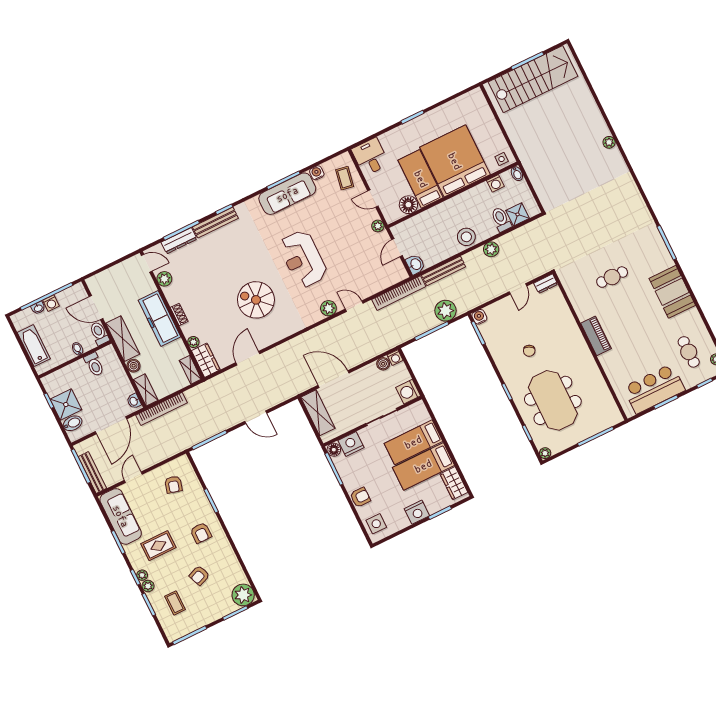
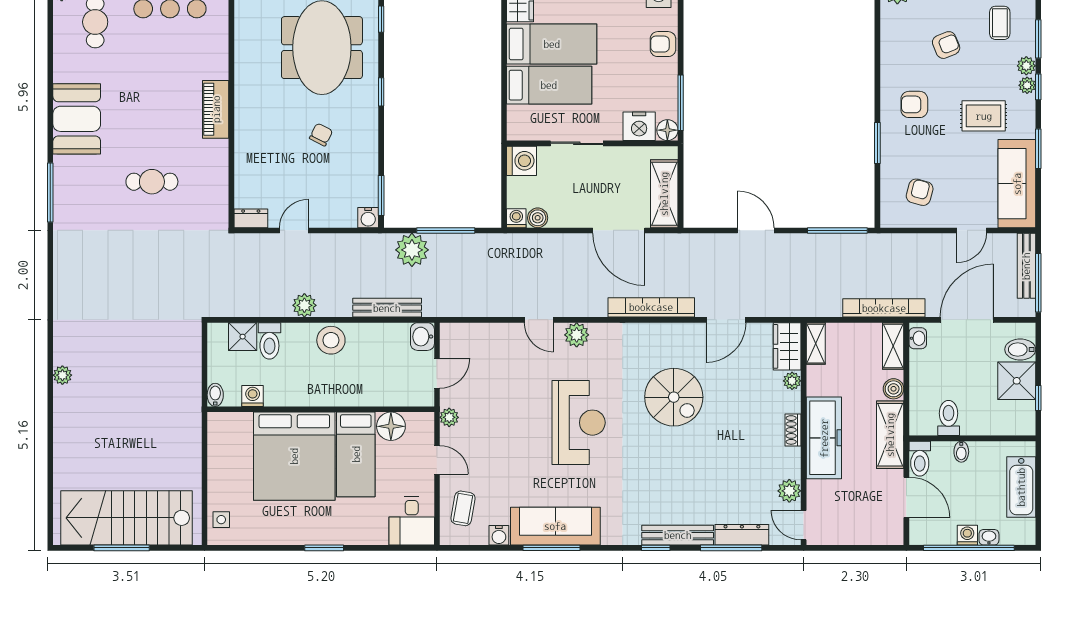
side table: (502, 159) -> (221, 520), moved
bookcase: (399, 293) -> (651, 307), moved
armchair: (201, 533) -> (914, 104), turned -90

